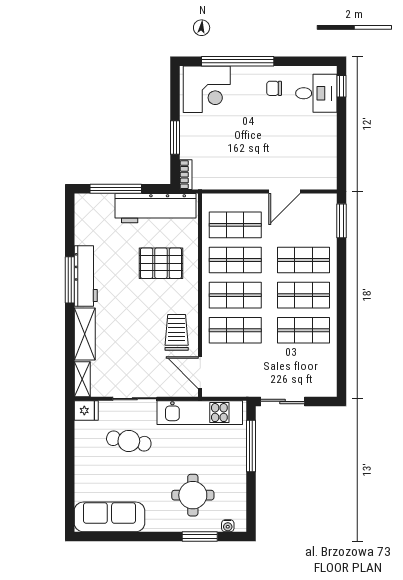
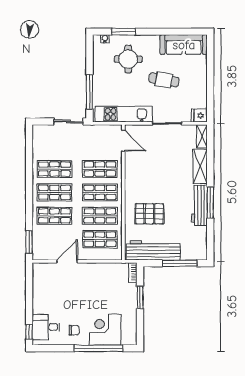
corner desk: (207, 89) -> (105, 330), moved
trolley: (177, 332) -> (139, 168), removed
cafe table: (129, 441) -> (164, 80), moved

